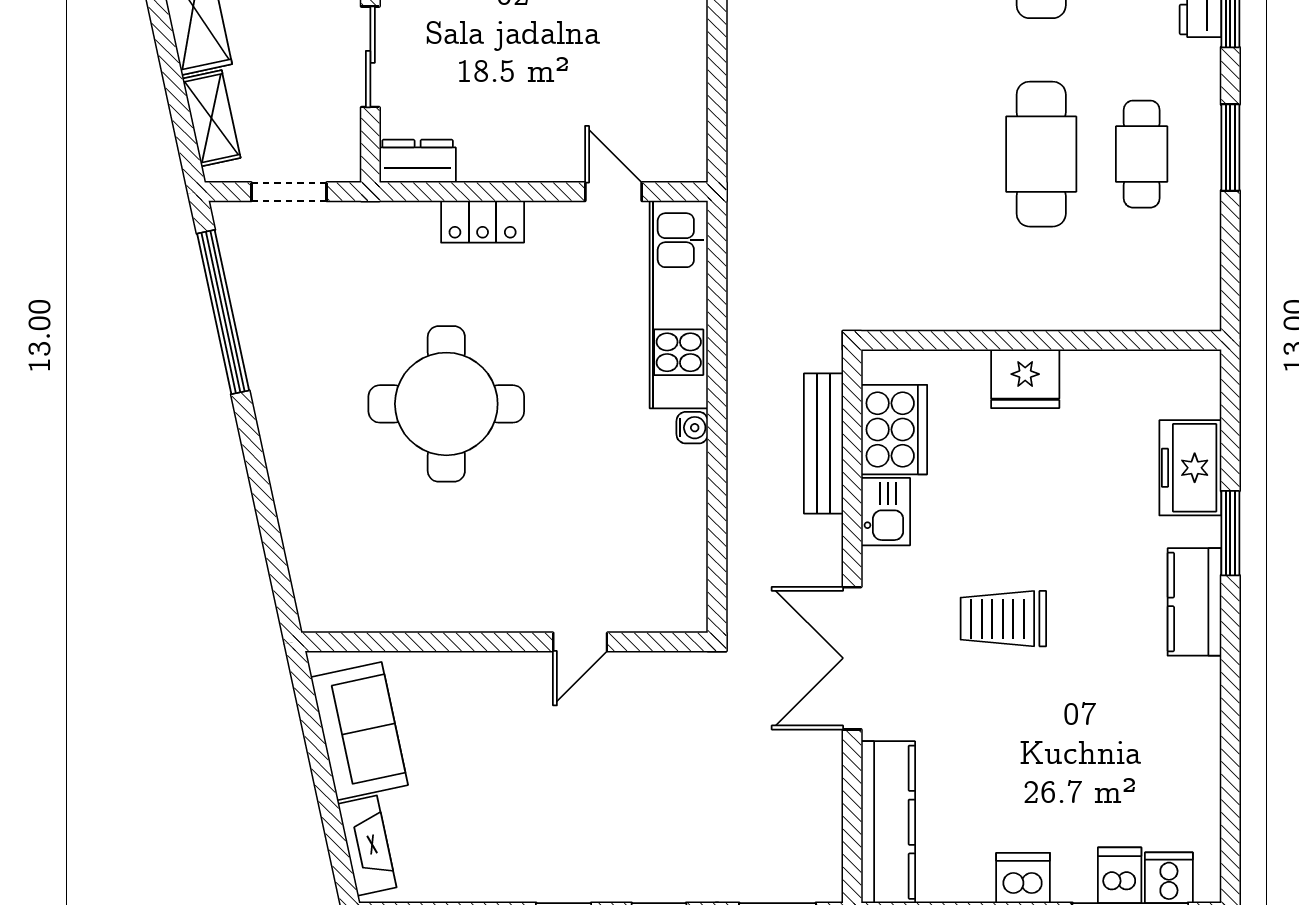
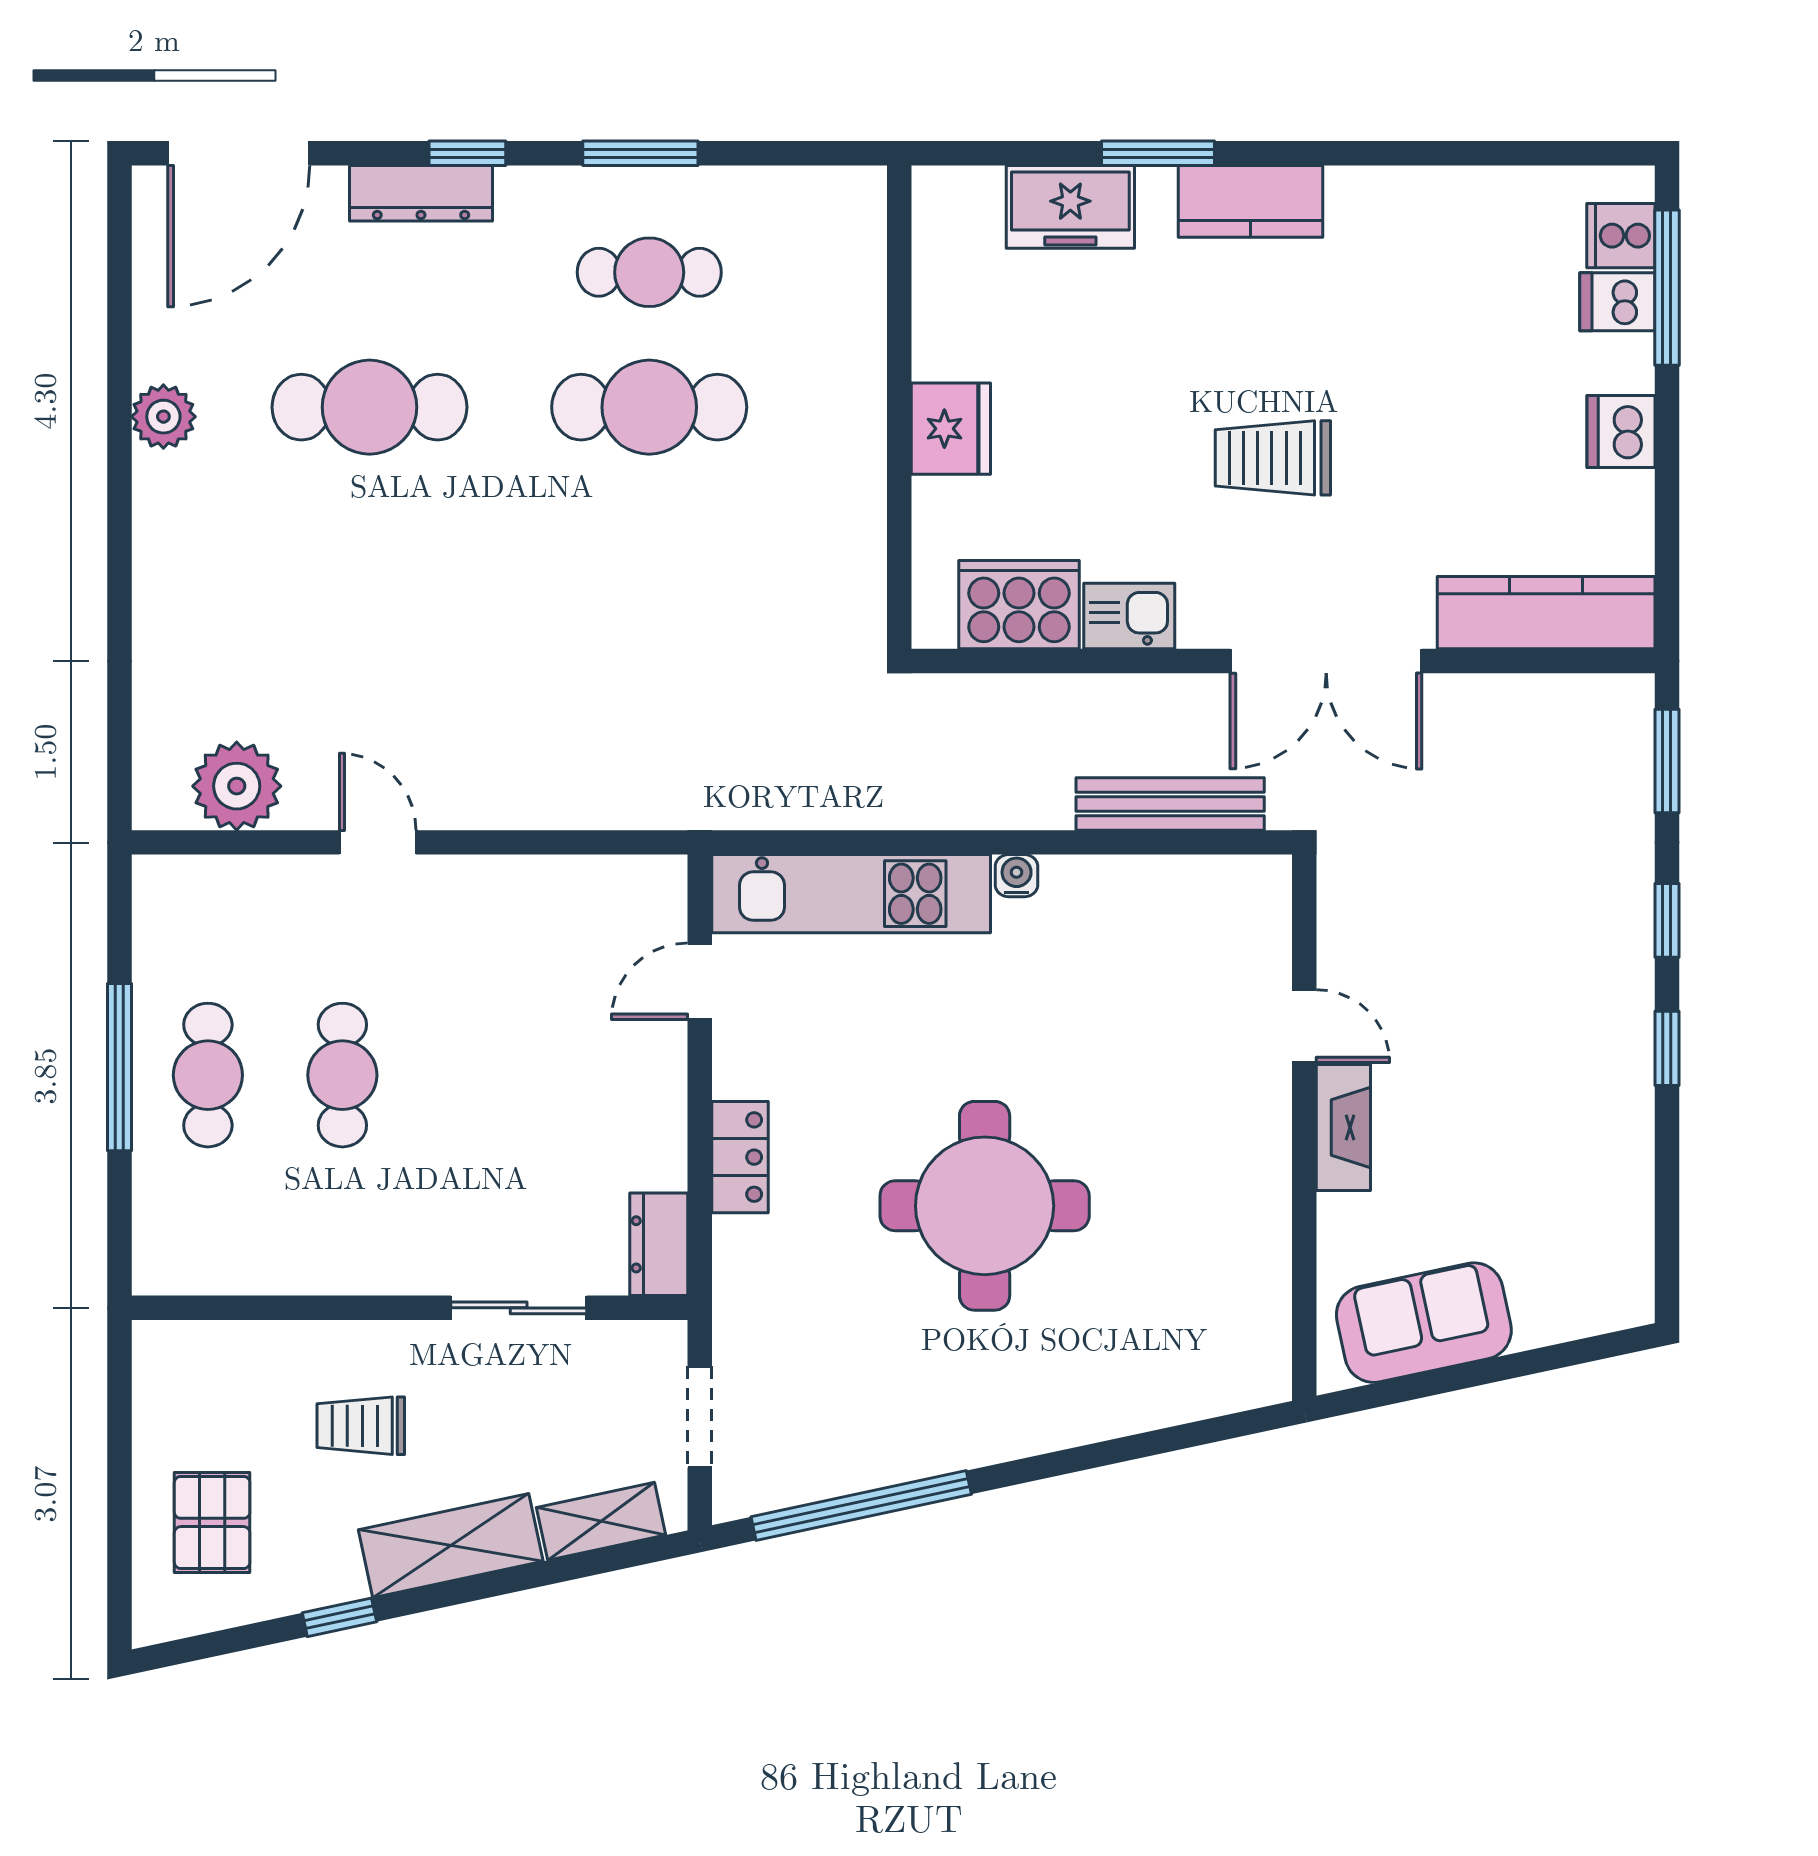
bench: (823, 444) -> (1170, 804), moved
trolley: (1003, 619) -> (1273, 458), turned 90
fireplace: (367, 846) -> (1343, 1128), moved, turned 102

